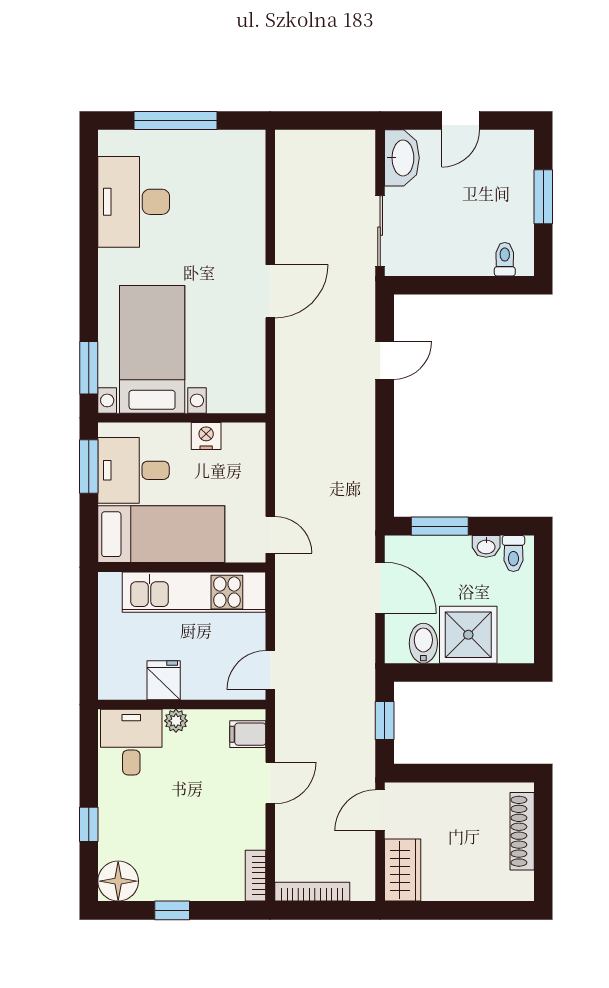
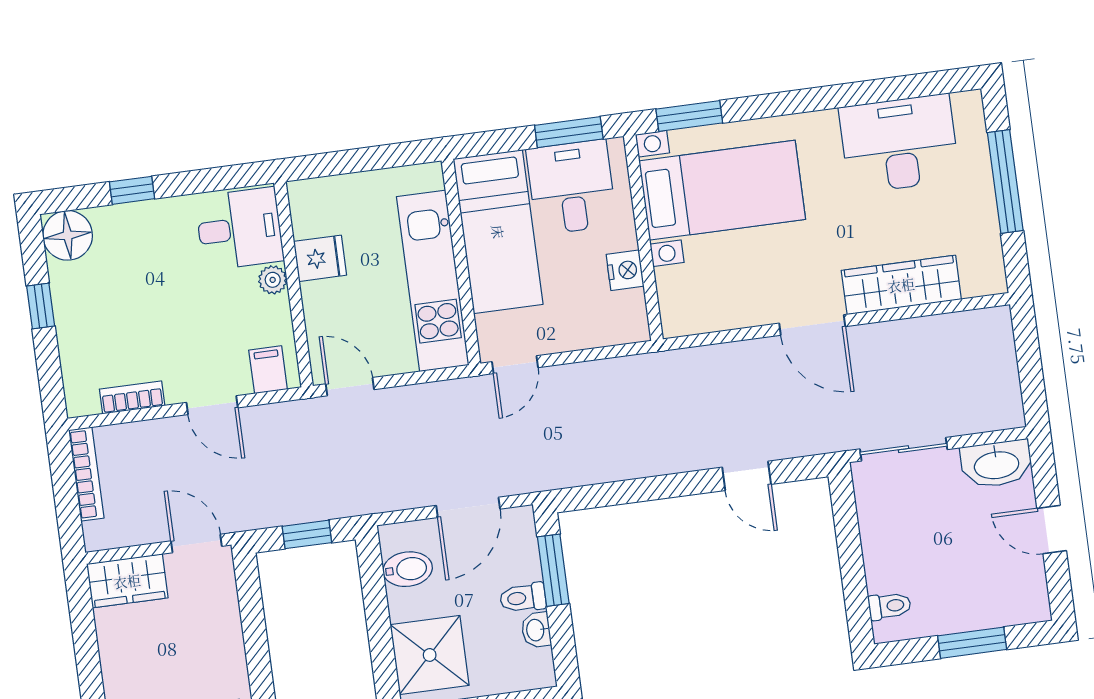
wardrobe: (248, 215) -> (901, 285), added
toilet: (513, 553) -> (523, 598), moved
shower: (468, 635) -> (430, 655), moved
bookcase: (255, 876) -> (132, 397), moved

